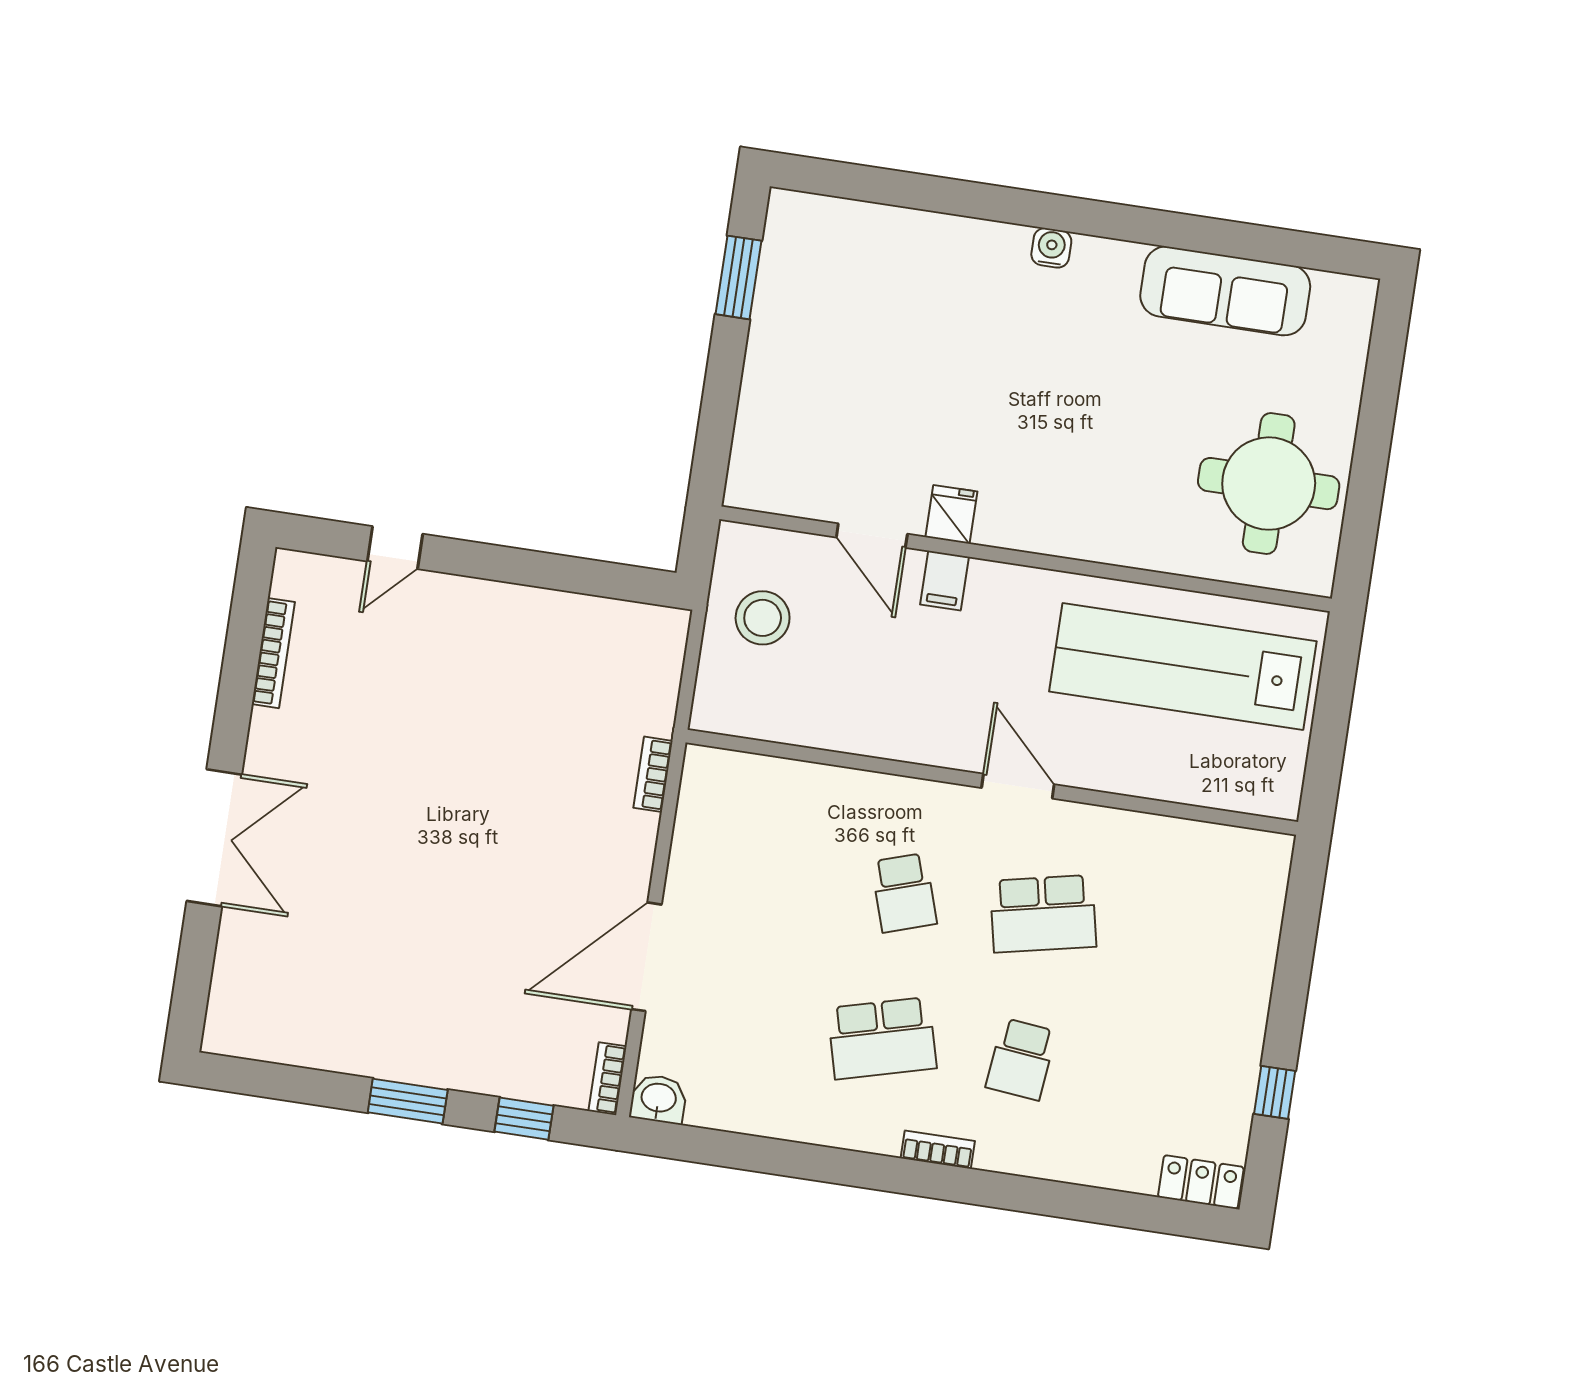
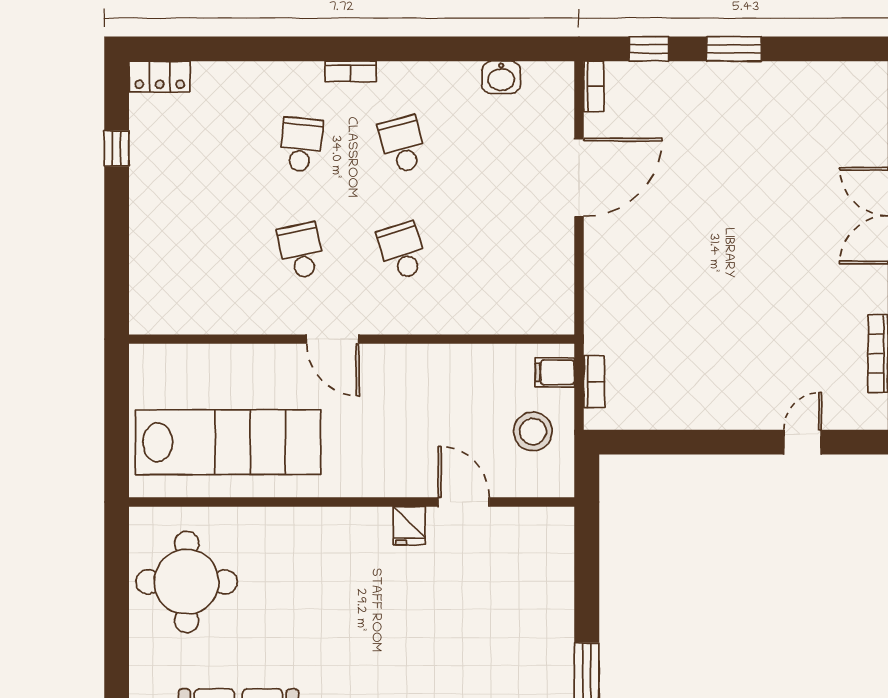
filing cabinet: (944, 581) -> (555, 372), moved, turned -90
bookcase: (653, 774) -> (594, 382), moved
school desk: (1043, 914) -> (301, 251), width x0.54
school desk: (882, 1038) -> (402, 145), width x0.54
washbasin: (658, 1099) -> (501, 77), moved

